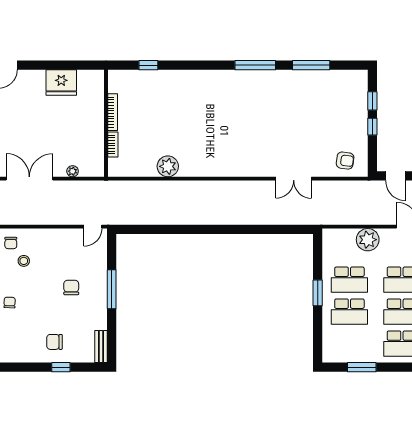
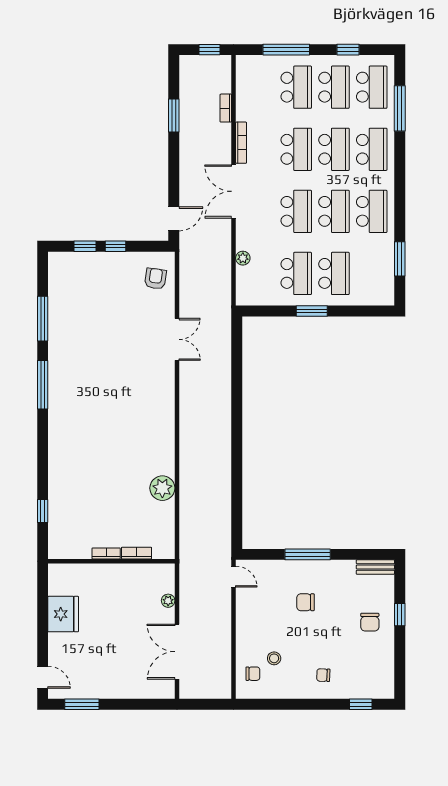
bookcase: (113, 112) -> (106, 553), width x0.64
plant: (368, 240) -> (243, 258), width x0.53, depth x0.53

